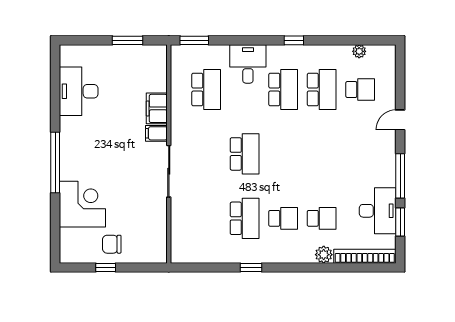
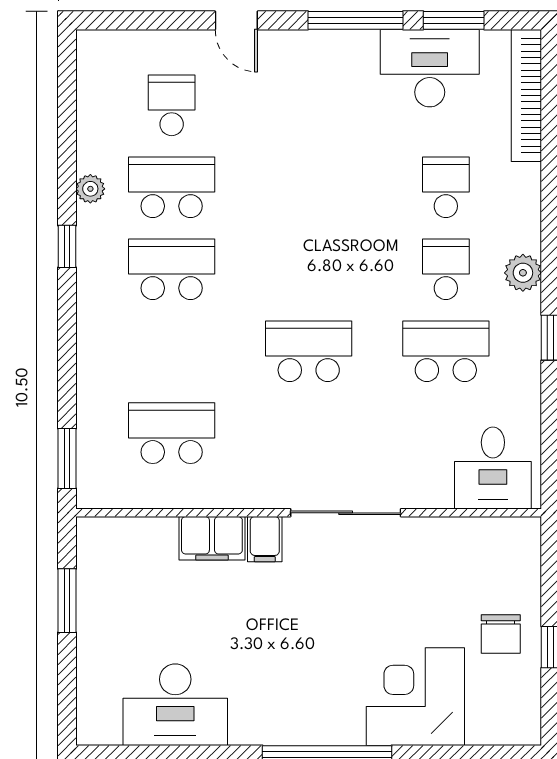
plant: (359, 51) -> (90, 189), moved
desk: (248, 64) -> (493, 468), moved, turned -90
plant: (324, 255) -> (523, 273), moved

